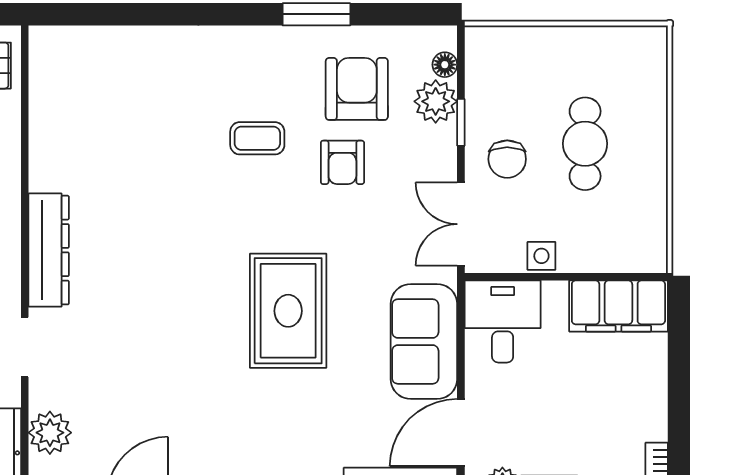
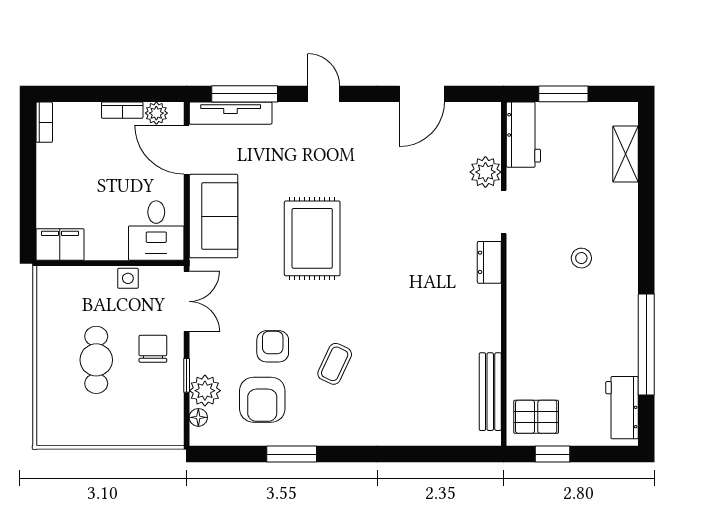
bench: (43, 100) -> (490, 392), added
coffee table: (257, 138) -> (335, 364), turned -65
dresser: (49, 250) -> (489, 262), width x0.51, depth x0.80
filing cabinet: (618, 306) -> (60, 245), width x0.67, depth x0.86
plant: (50, 433) -> (485, 172), moved
door: (461, 433) -> (187, 150), swing flipped

